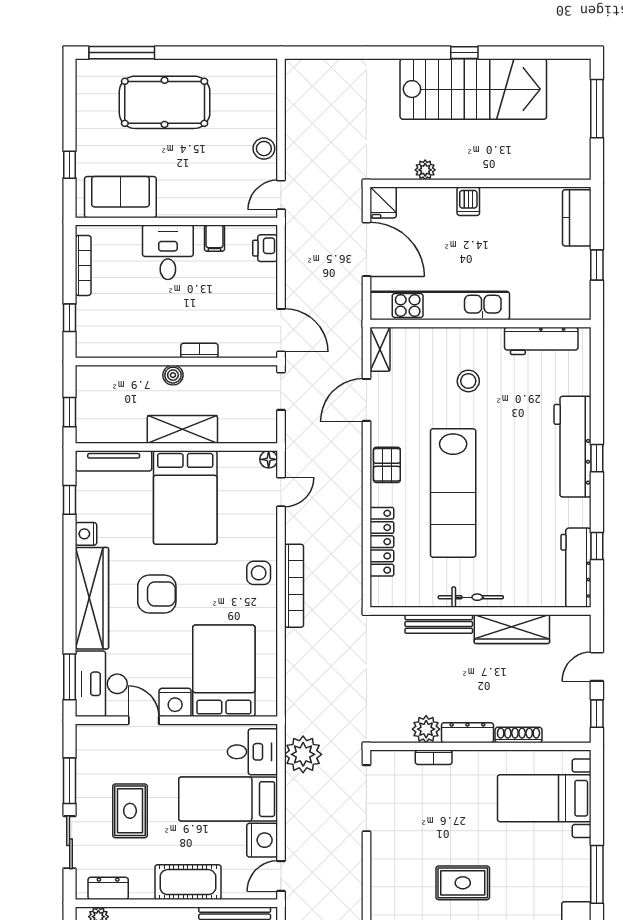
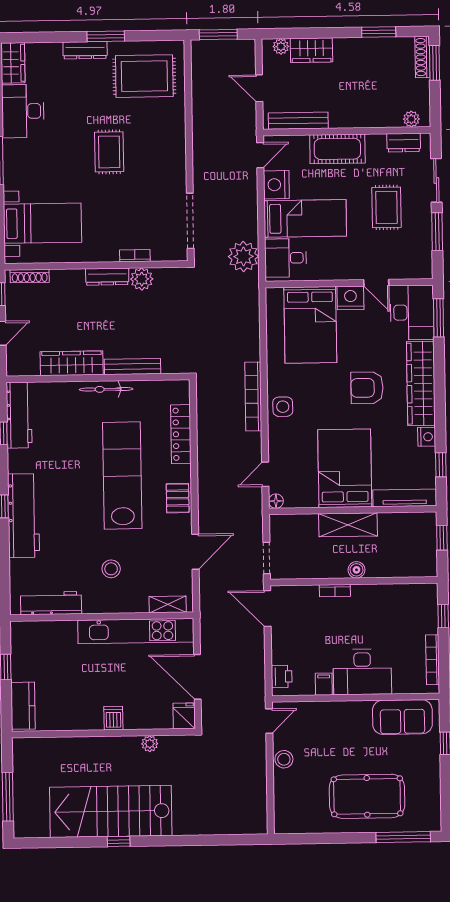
desk: (168, 252) -> (362, 672), width x1.37
shelving: (380, 349) -> (168, 604), moved, turned 90
shoe rack: (518, 735) -> (30, 276), moved
rug: (463, 883) -> (109, 152), turned 90

